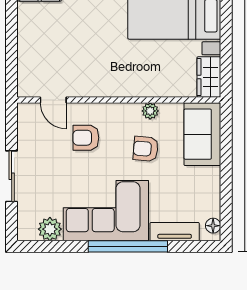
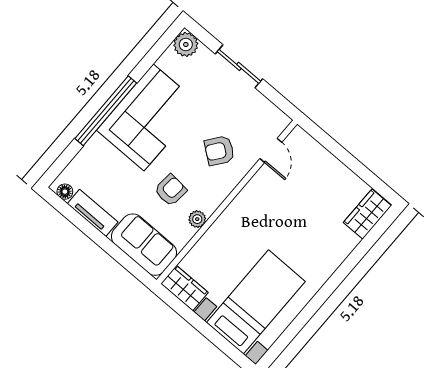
door: (53, 100) -> (271, 150), swing flipped
armchair: (86, 138) -> (219, 151), turned -143
plant: (50, 229) -> (186, 44), moved
tv unit: (175, 232) -> (93, 213), moved, turned -90

